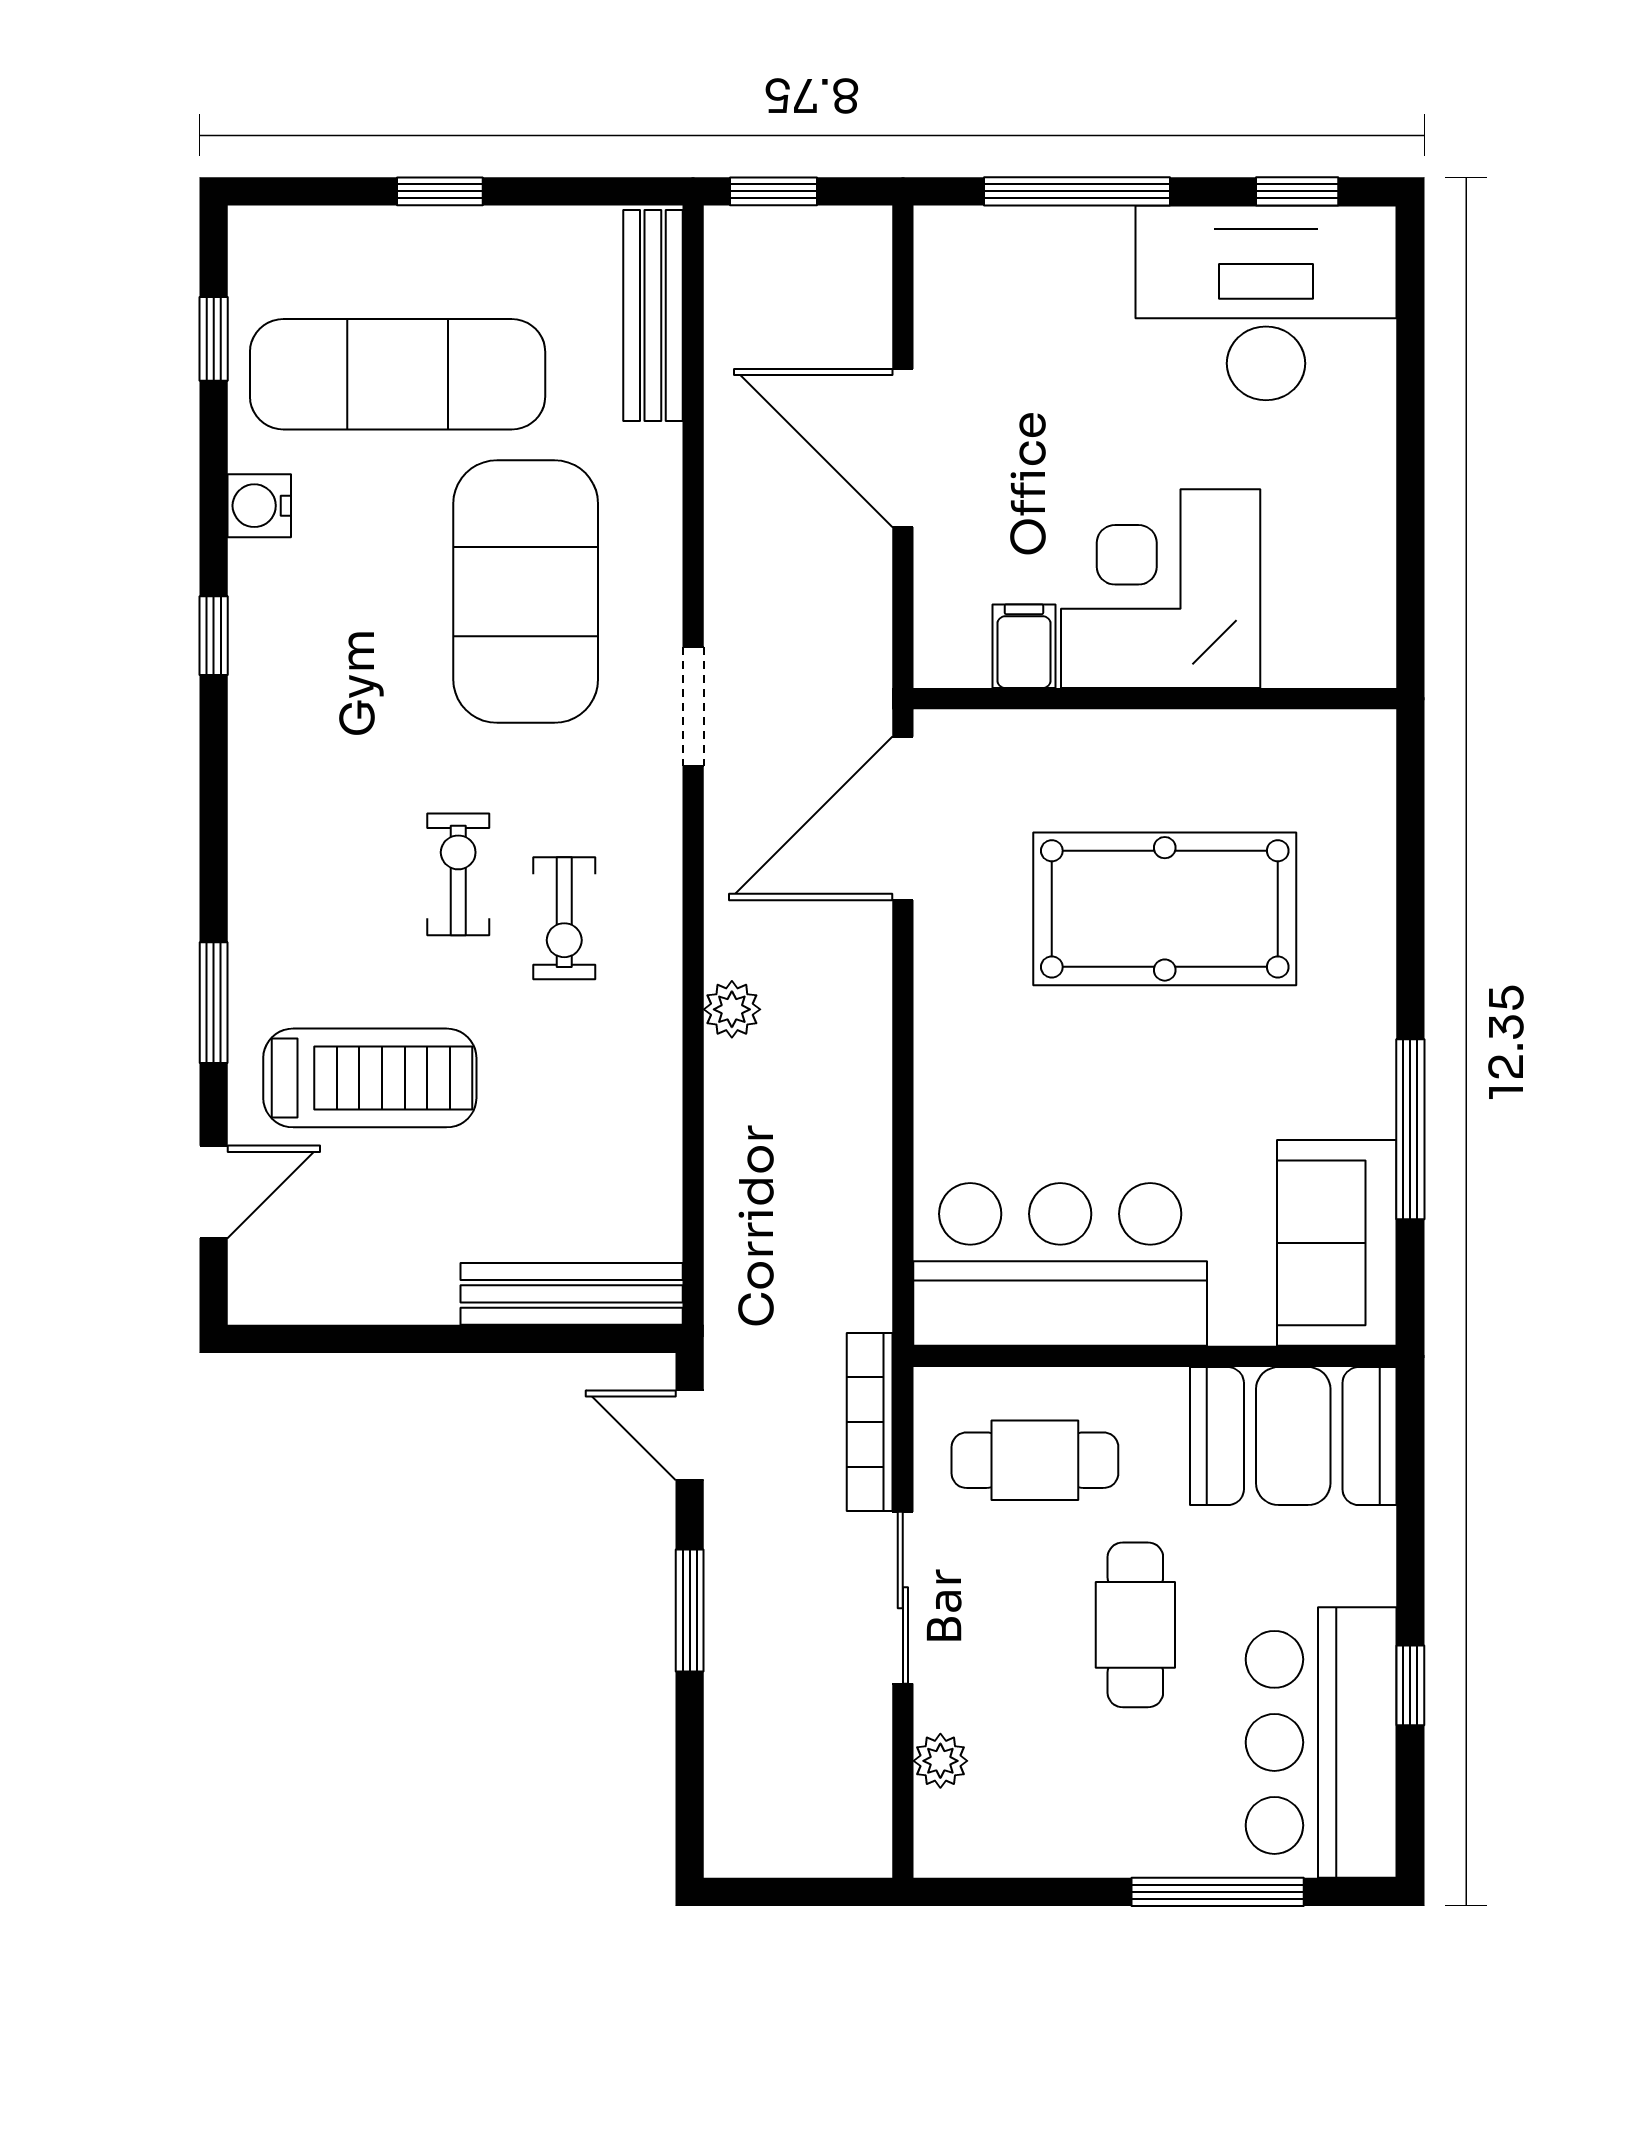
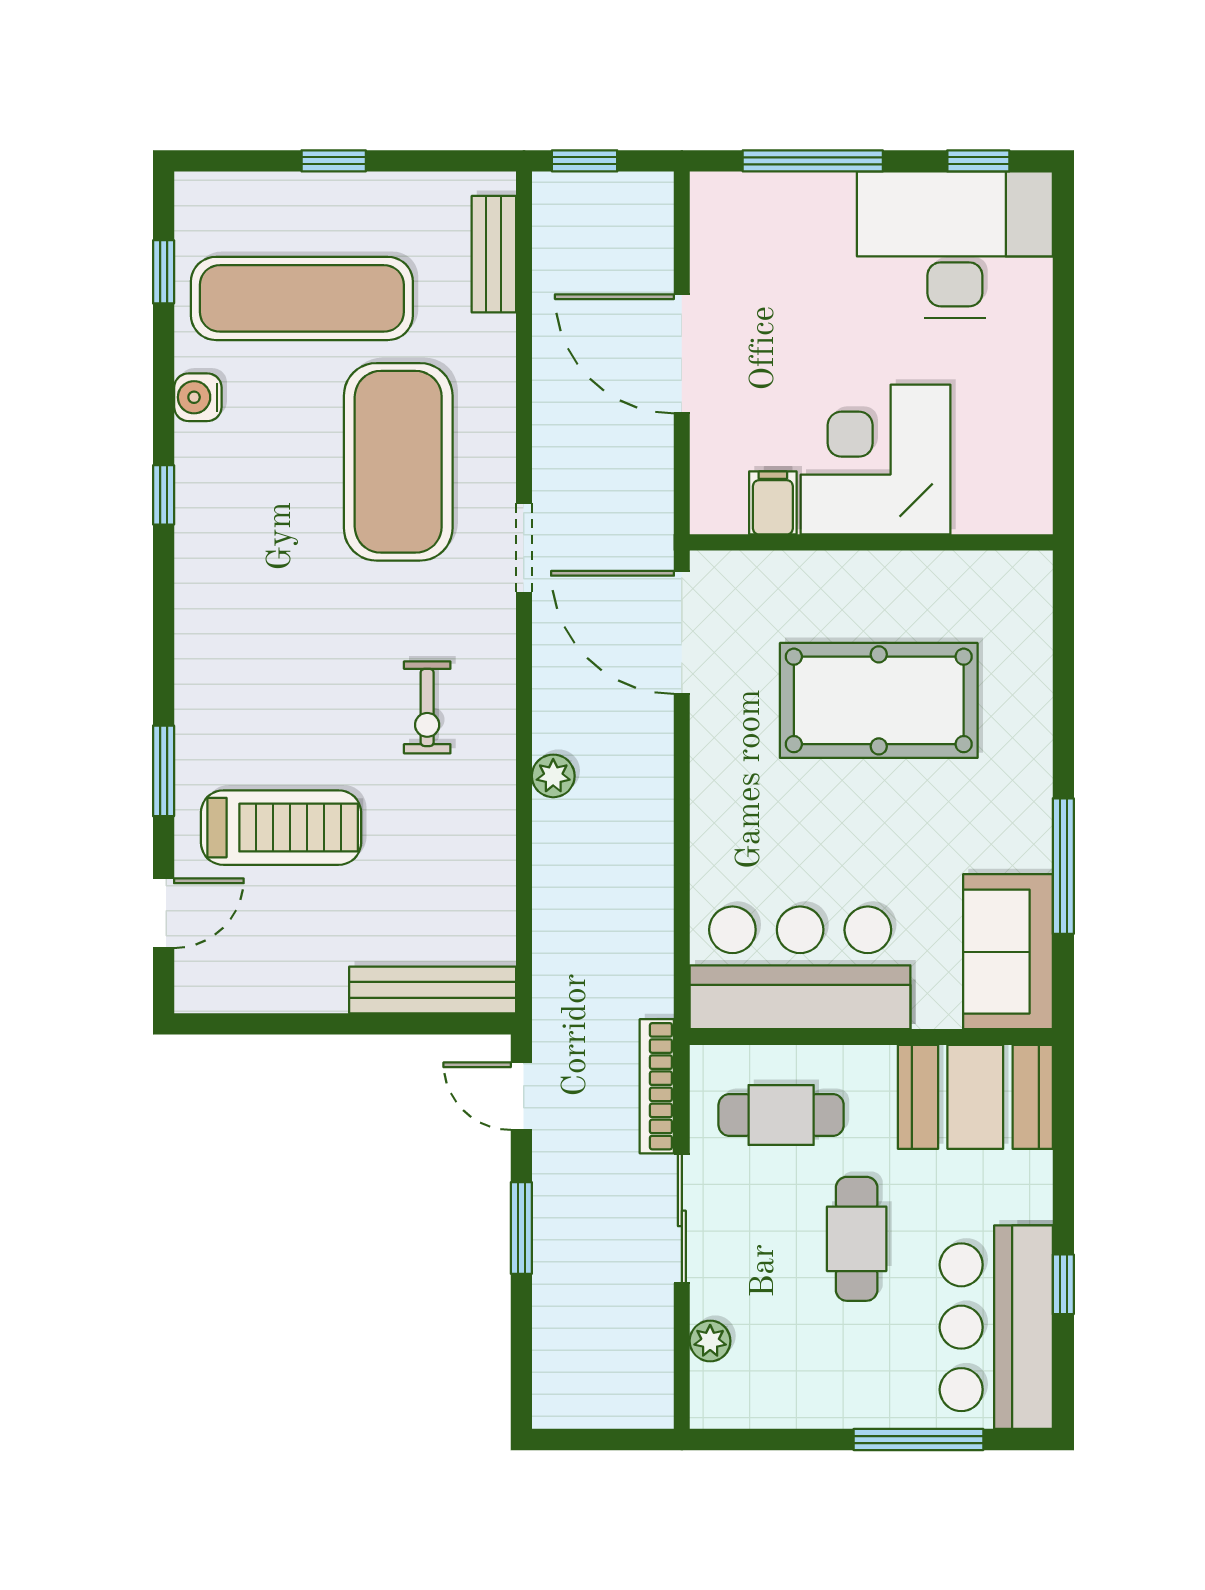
bench: (653, 315) -> (494, 254), width x0.73
door: (903, 818) -> (682, 632), hinge flipped
exercise bike: (458, 874) -> (347, 674), removed

